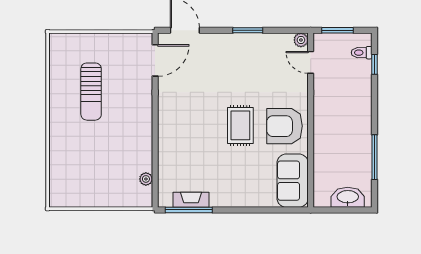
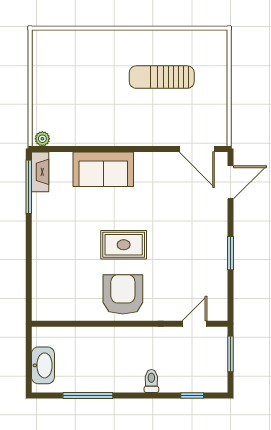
plant: (301, 40) -> (220, 313), removed
toilet: (362, 53) -> (151, 381), moved
plant: (146, 179) -> (42, 139), moved
sofa: (293, 181) -> (103, 169), moved, turned 180
fireplace: (191, 200) -> (40, 172), moved

